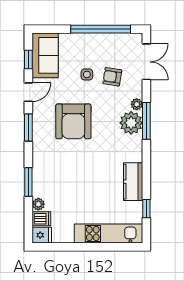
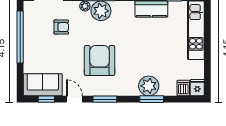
side table: (87, 74) -> (59, 49), removed
armchair: (112, 77) -> (61, 27), turned -99
armchair: (73, 121) -> (100, 60), turned -90
plant: (38, 204) -> (149, 86), moved, width x1.87, depth x1.87

